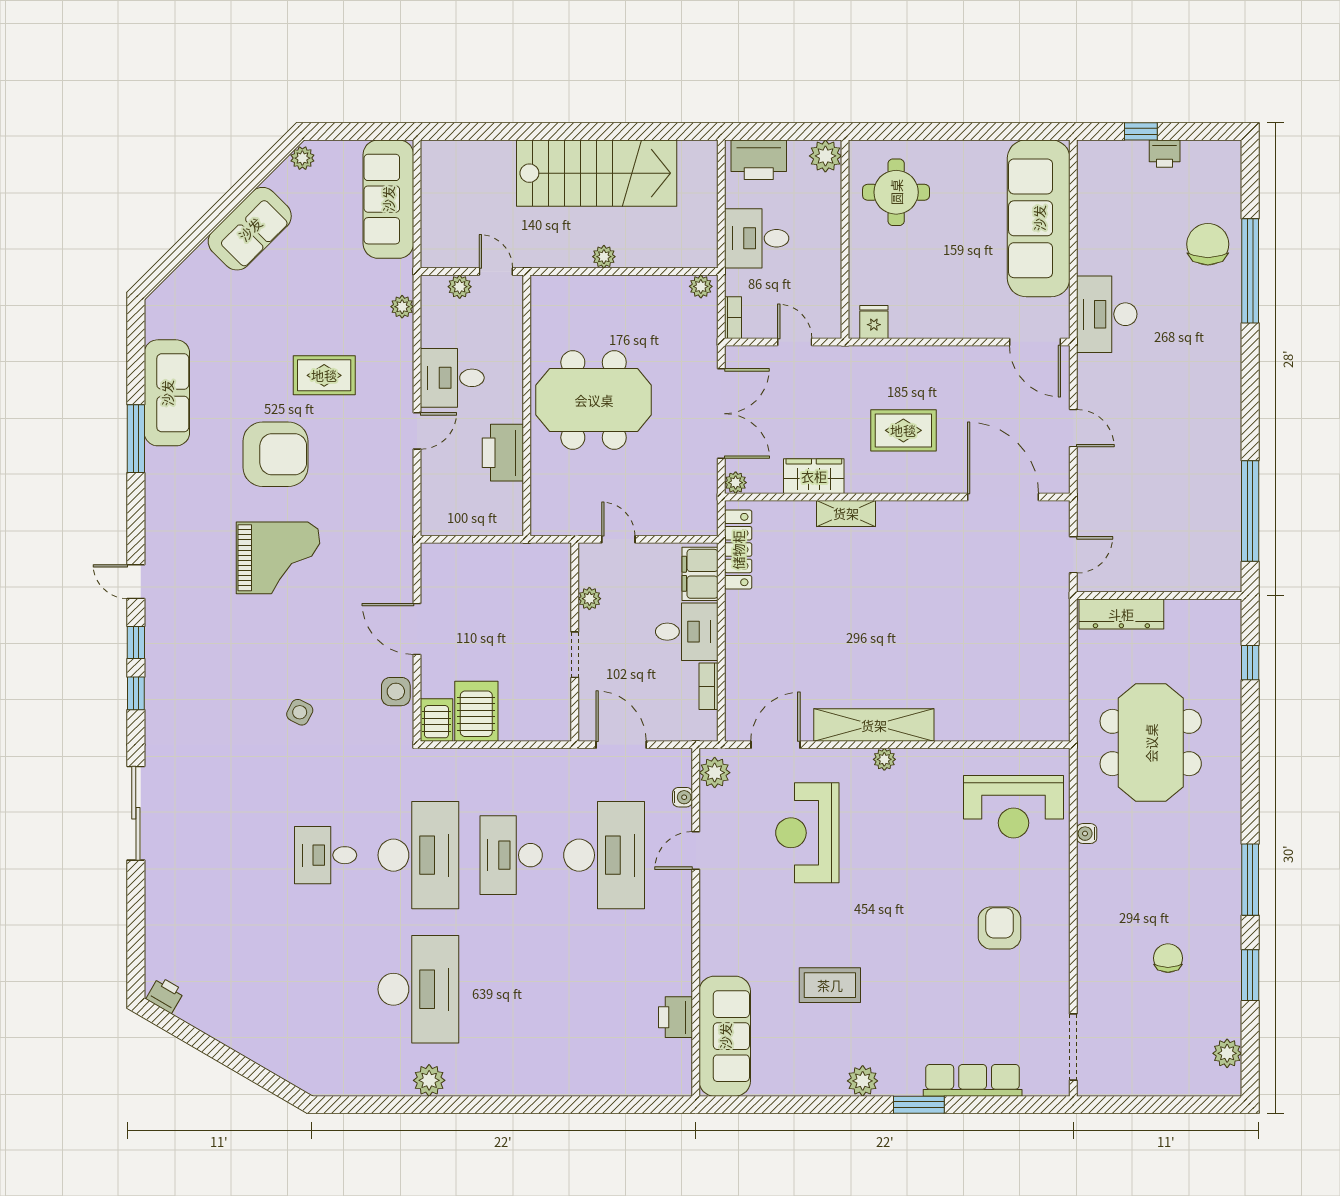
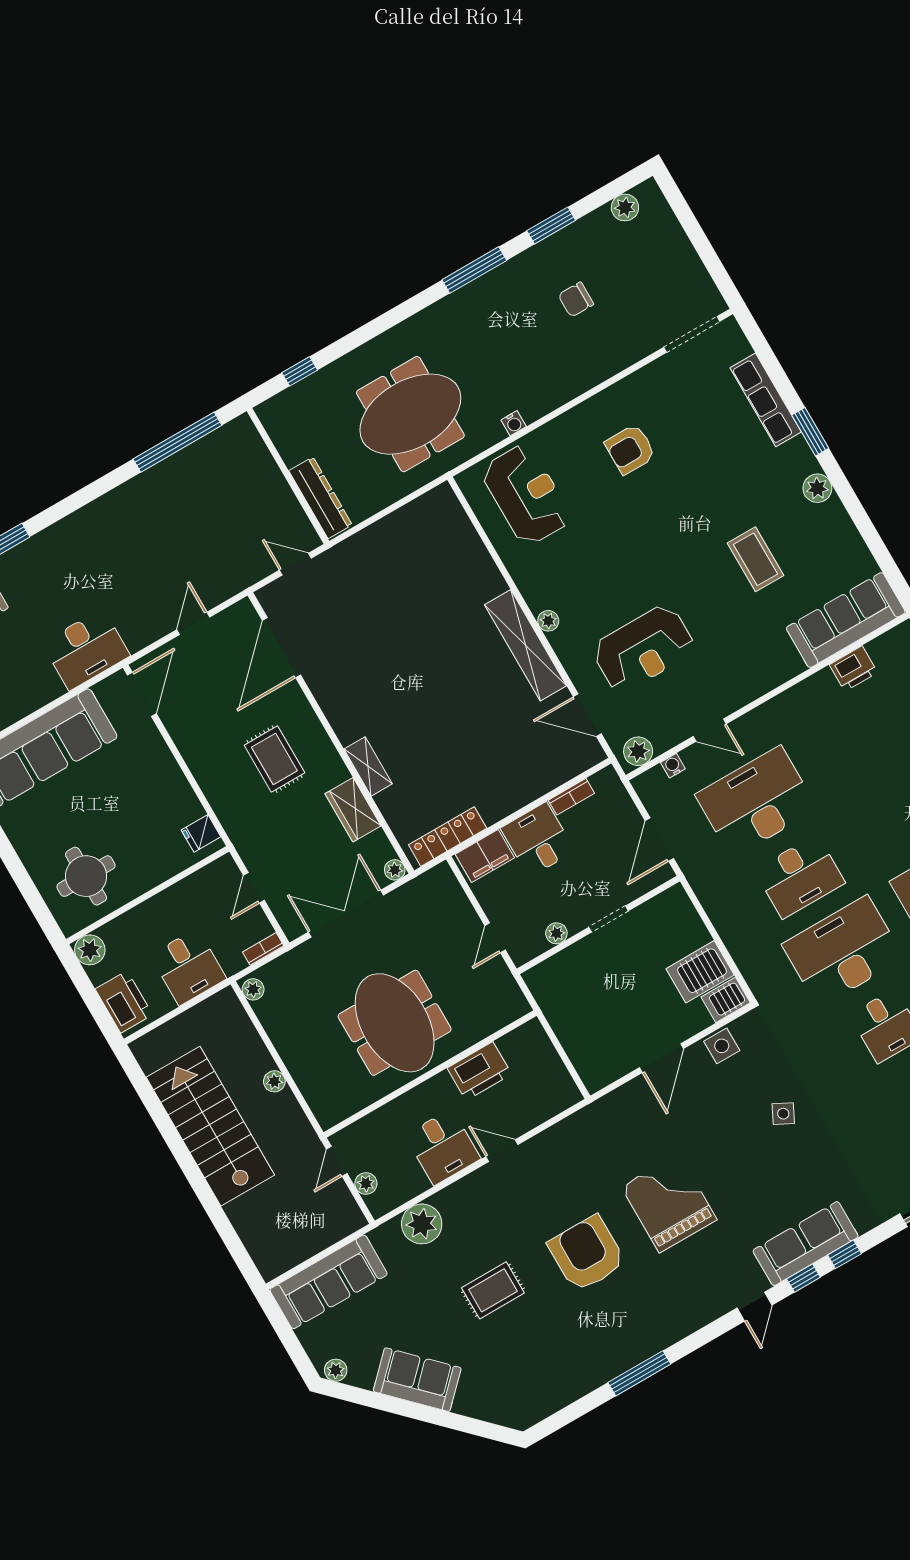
plant: (402, 307) -> (422, 1224), width x1.87, depth x1.87
rug: (324, 375) -> (493, 1290), moved, turned 90
sofa: (167, 393) -> (806, 1244), moved

